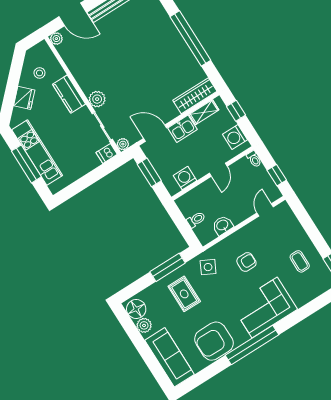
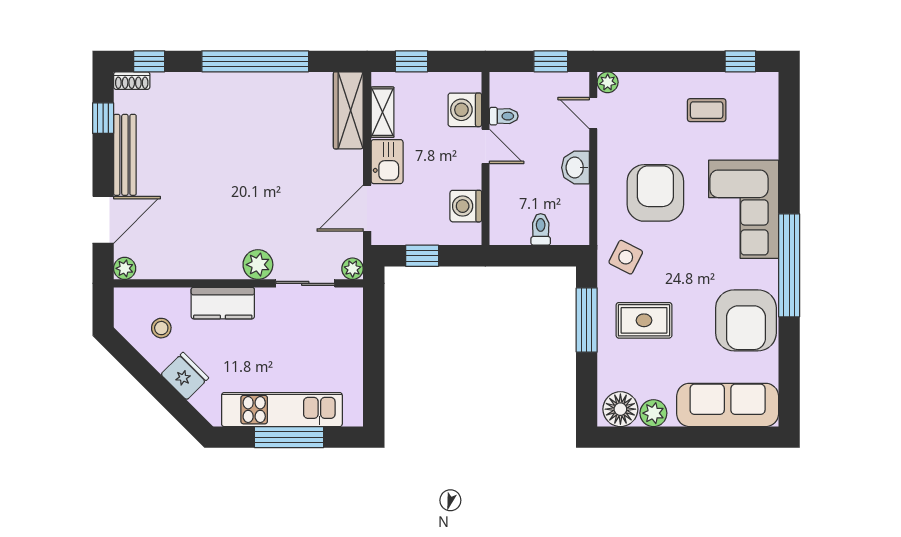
washing machine: (235, 137) -> (465, 110), moved, turned 90
dishwasher: (107, 153) -> (351, 303), removed
toilet: (254, 159) -> (504, 116), moved
window: (149, 172) -> (422, 256), width x0.67
plant: (284, 208) -> (608, 82), added
washbasin: (223, 225) -> (575, 168), moved
armchair: (246, 262) -> (655, 193), width x1.88, depth x1.88

